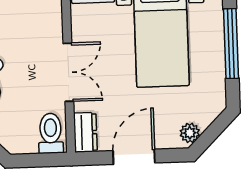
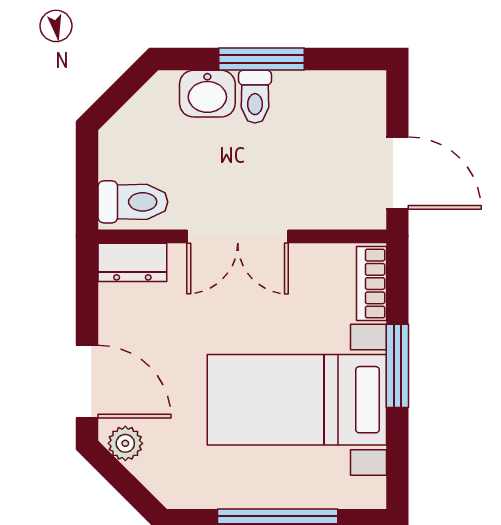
door: (134, 157) -> (87, 382), moved

